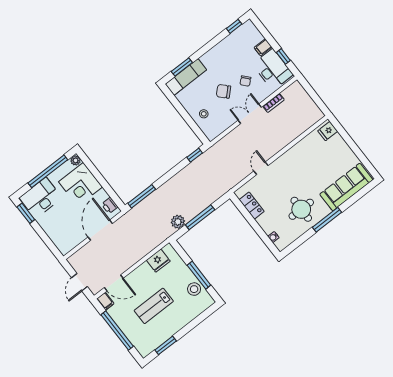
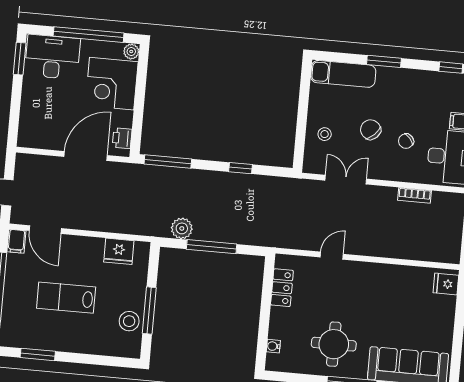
window: (182, 67) -> (384, 61), moved
double door: (250, 114) -> (346, 180), moved
window: (195, 155) -> (240, 168), moved

